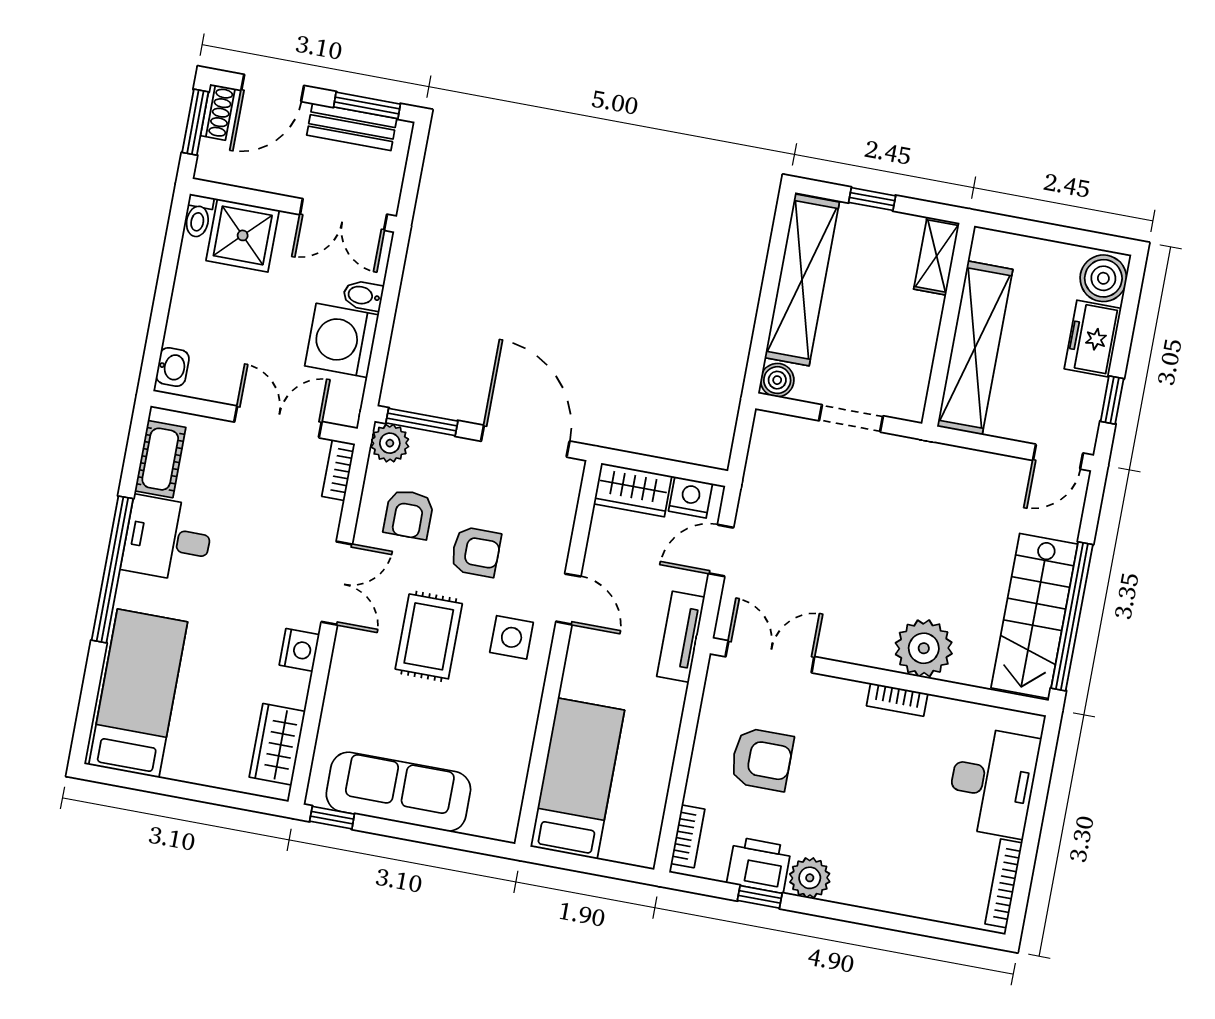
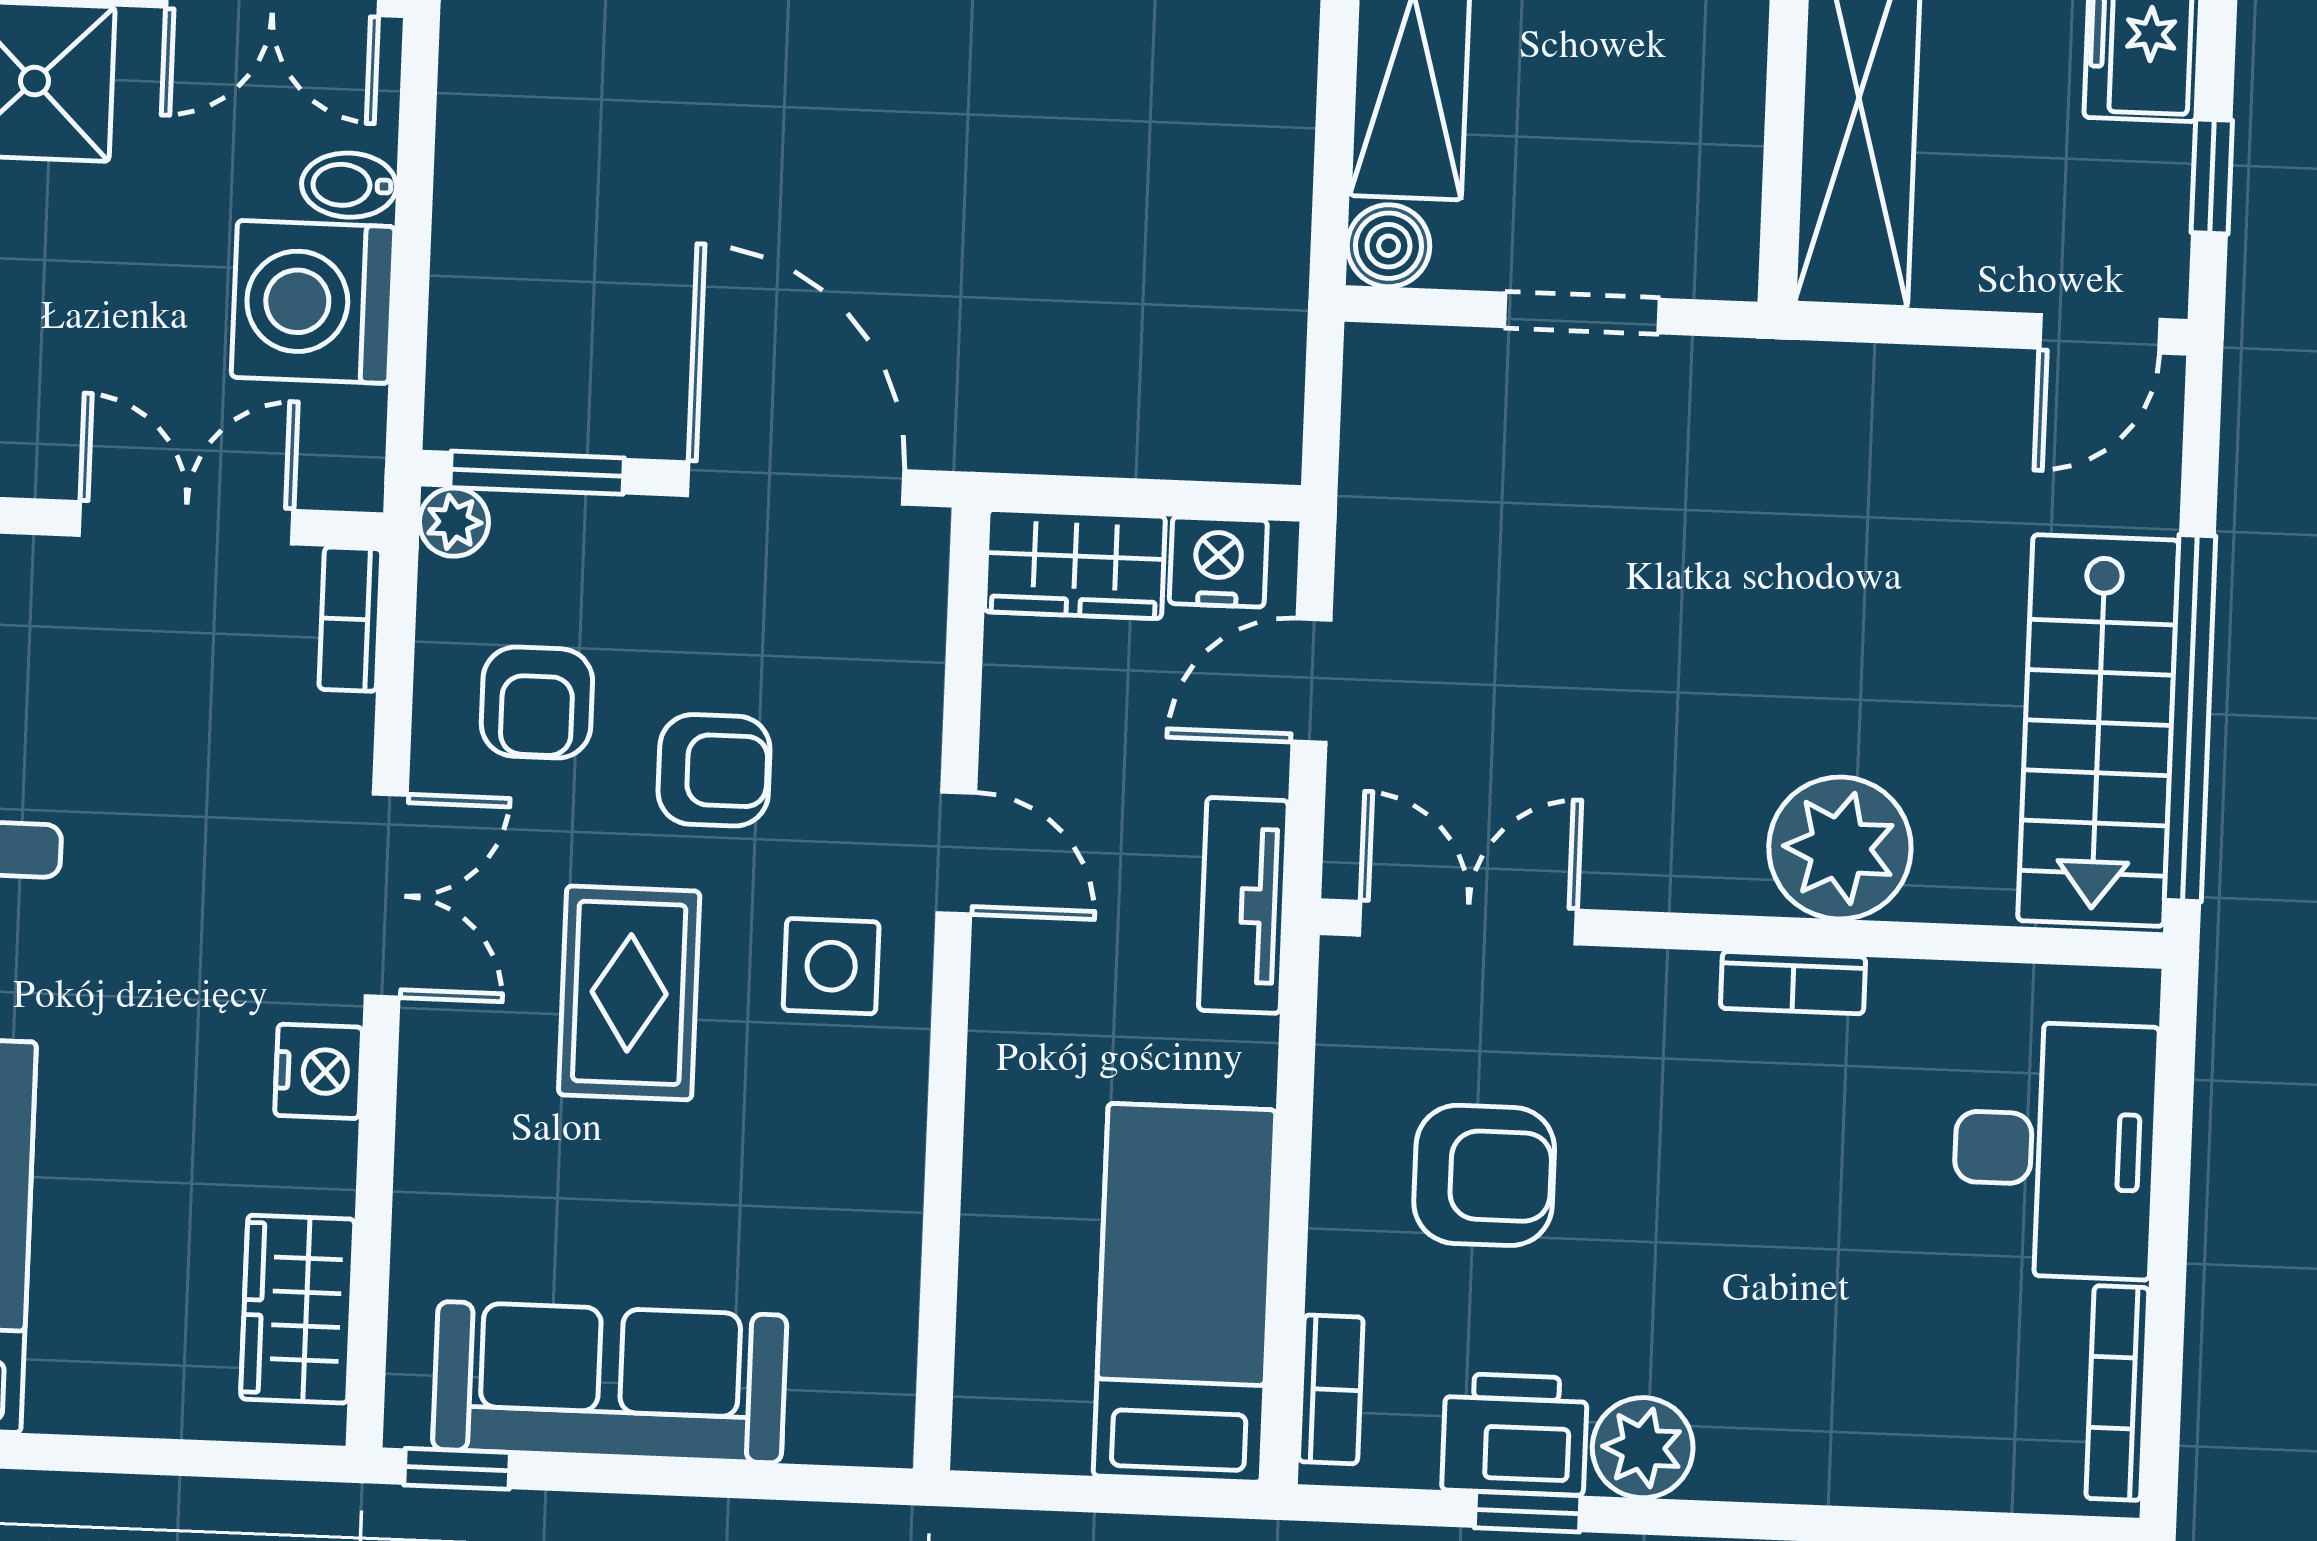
plant: (390, 443) -> (454, 522), width x0.73, depth x0.73
bed: (577, 778) -> (1185, 1293), moved

